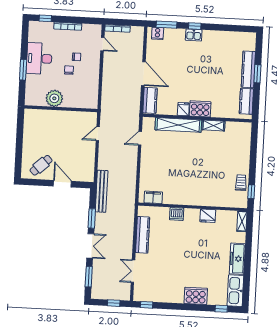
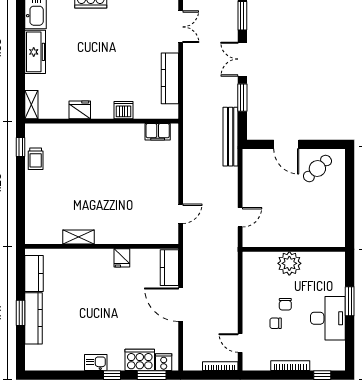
kitchen sink: (194, 35) -> (96, 363), moved
plant: (54, 98) -> (289, 263), moved
cooker: (200, 109) -> (140, 360), moved, turned 180
shelving: (178, 125) -> (128, 235), removed

